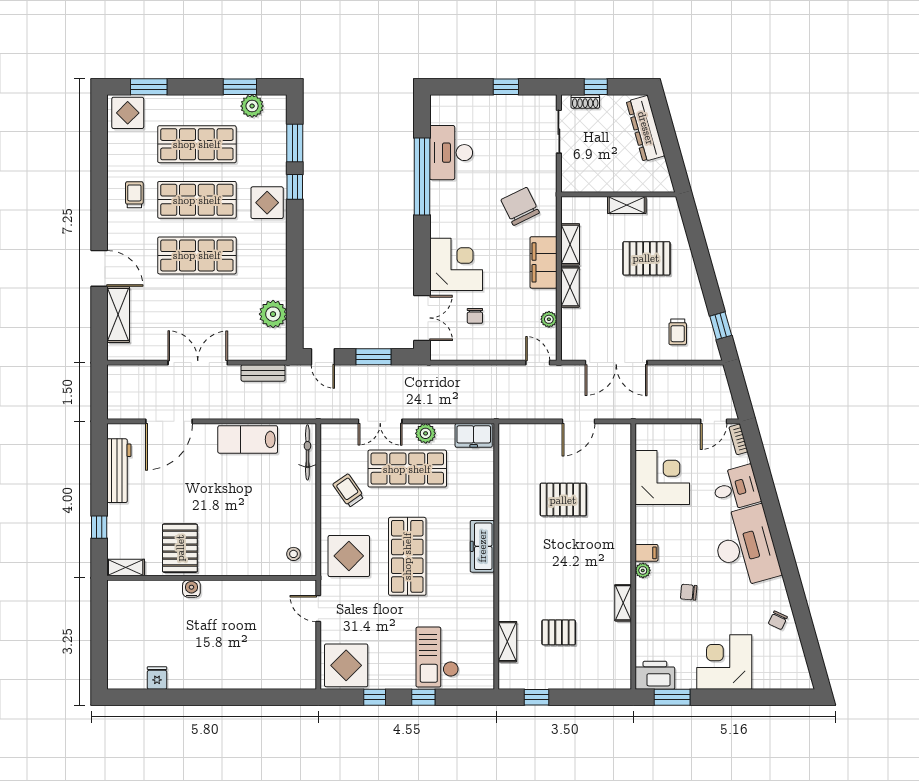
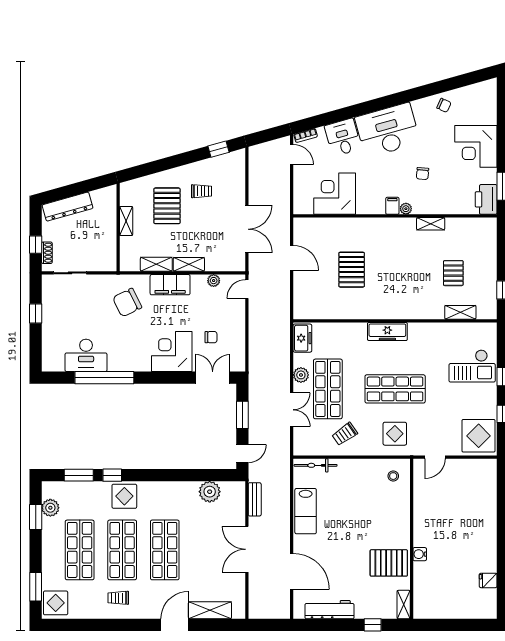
trolley: (678, 332) -> (201, 191), moved
display table: (349, 556) -> (395, 434), width x0.73, depth x0.73

